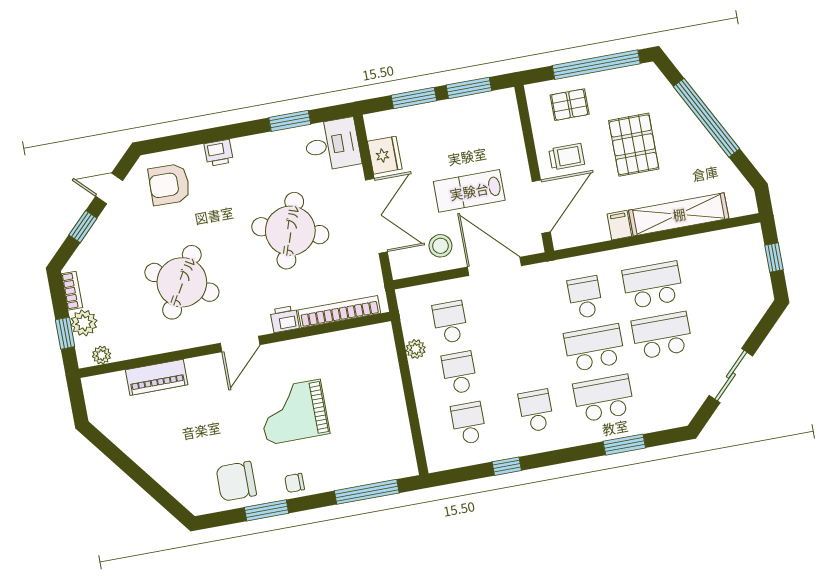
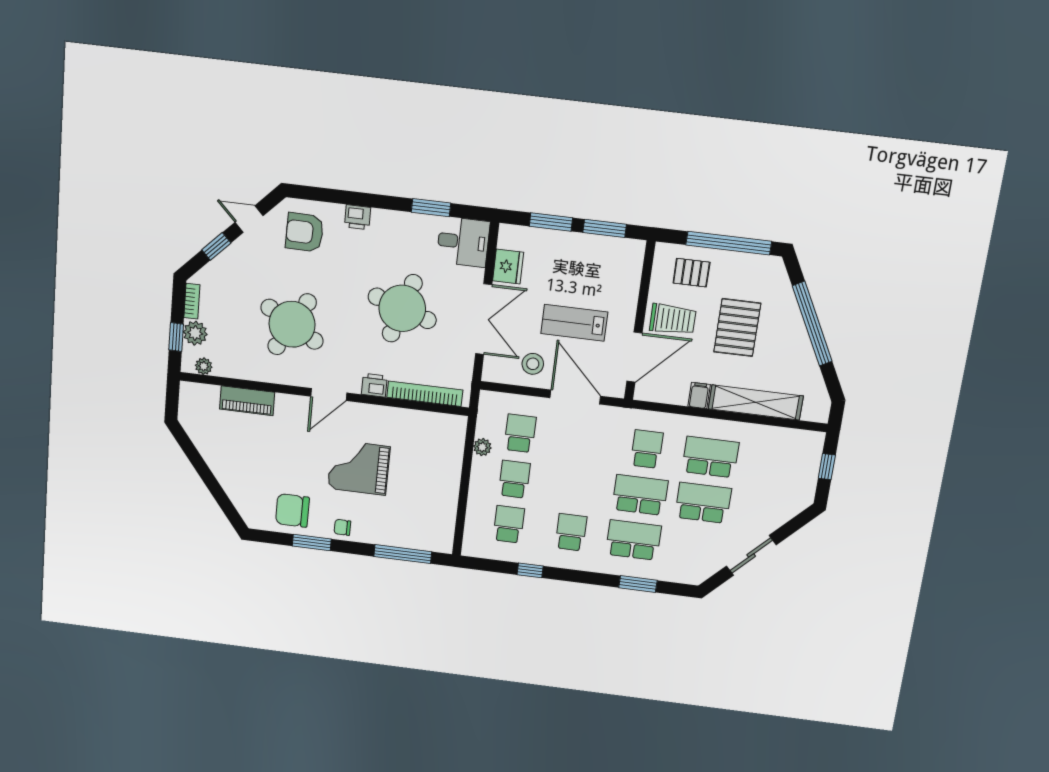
trolley: (567, 157) -> (673, 319), width x1.36, depth x1.39

